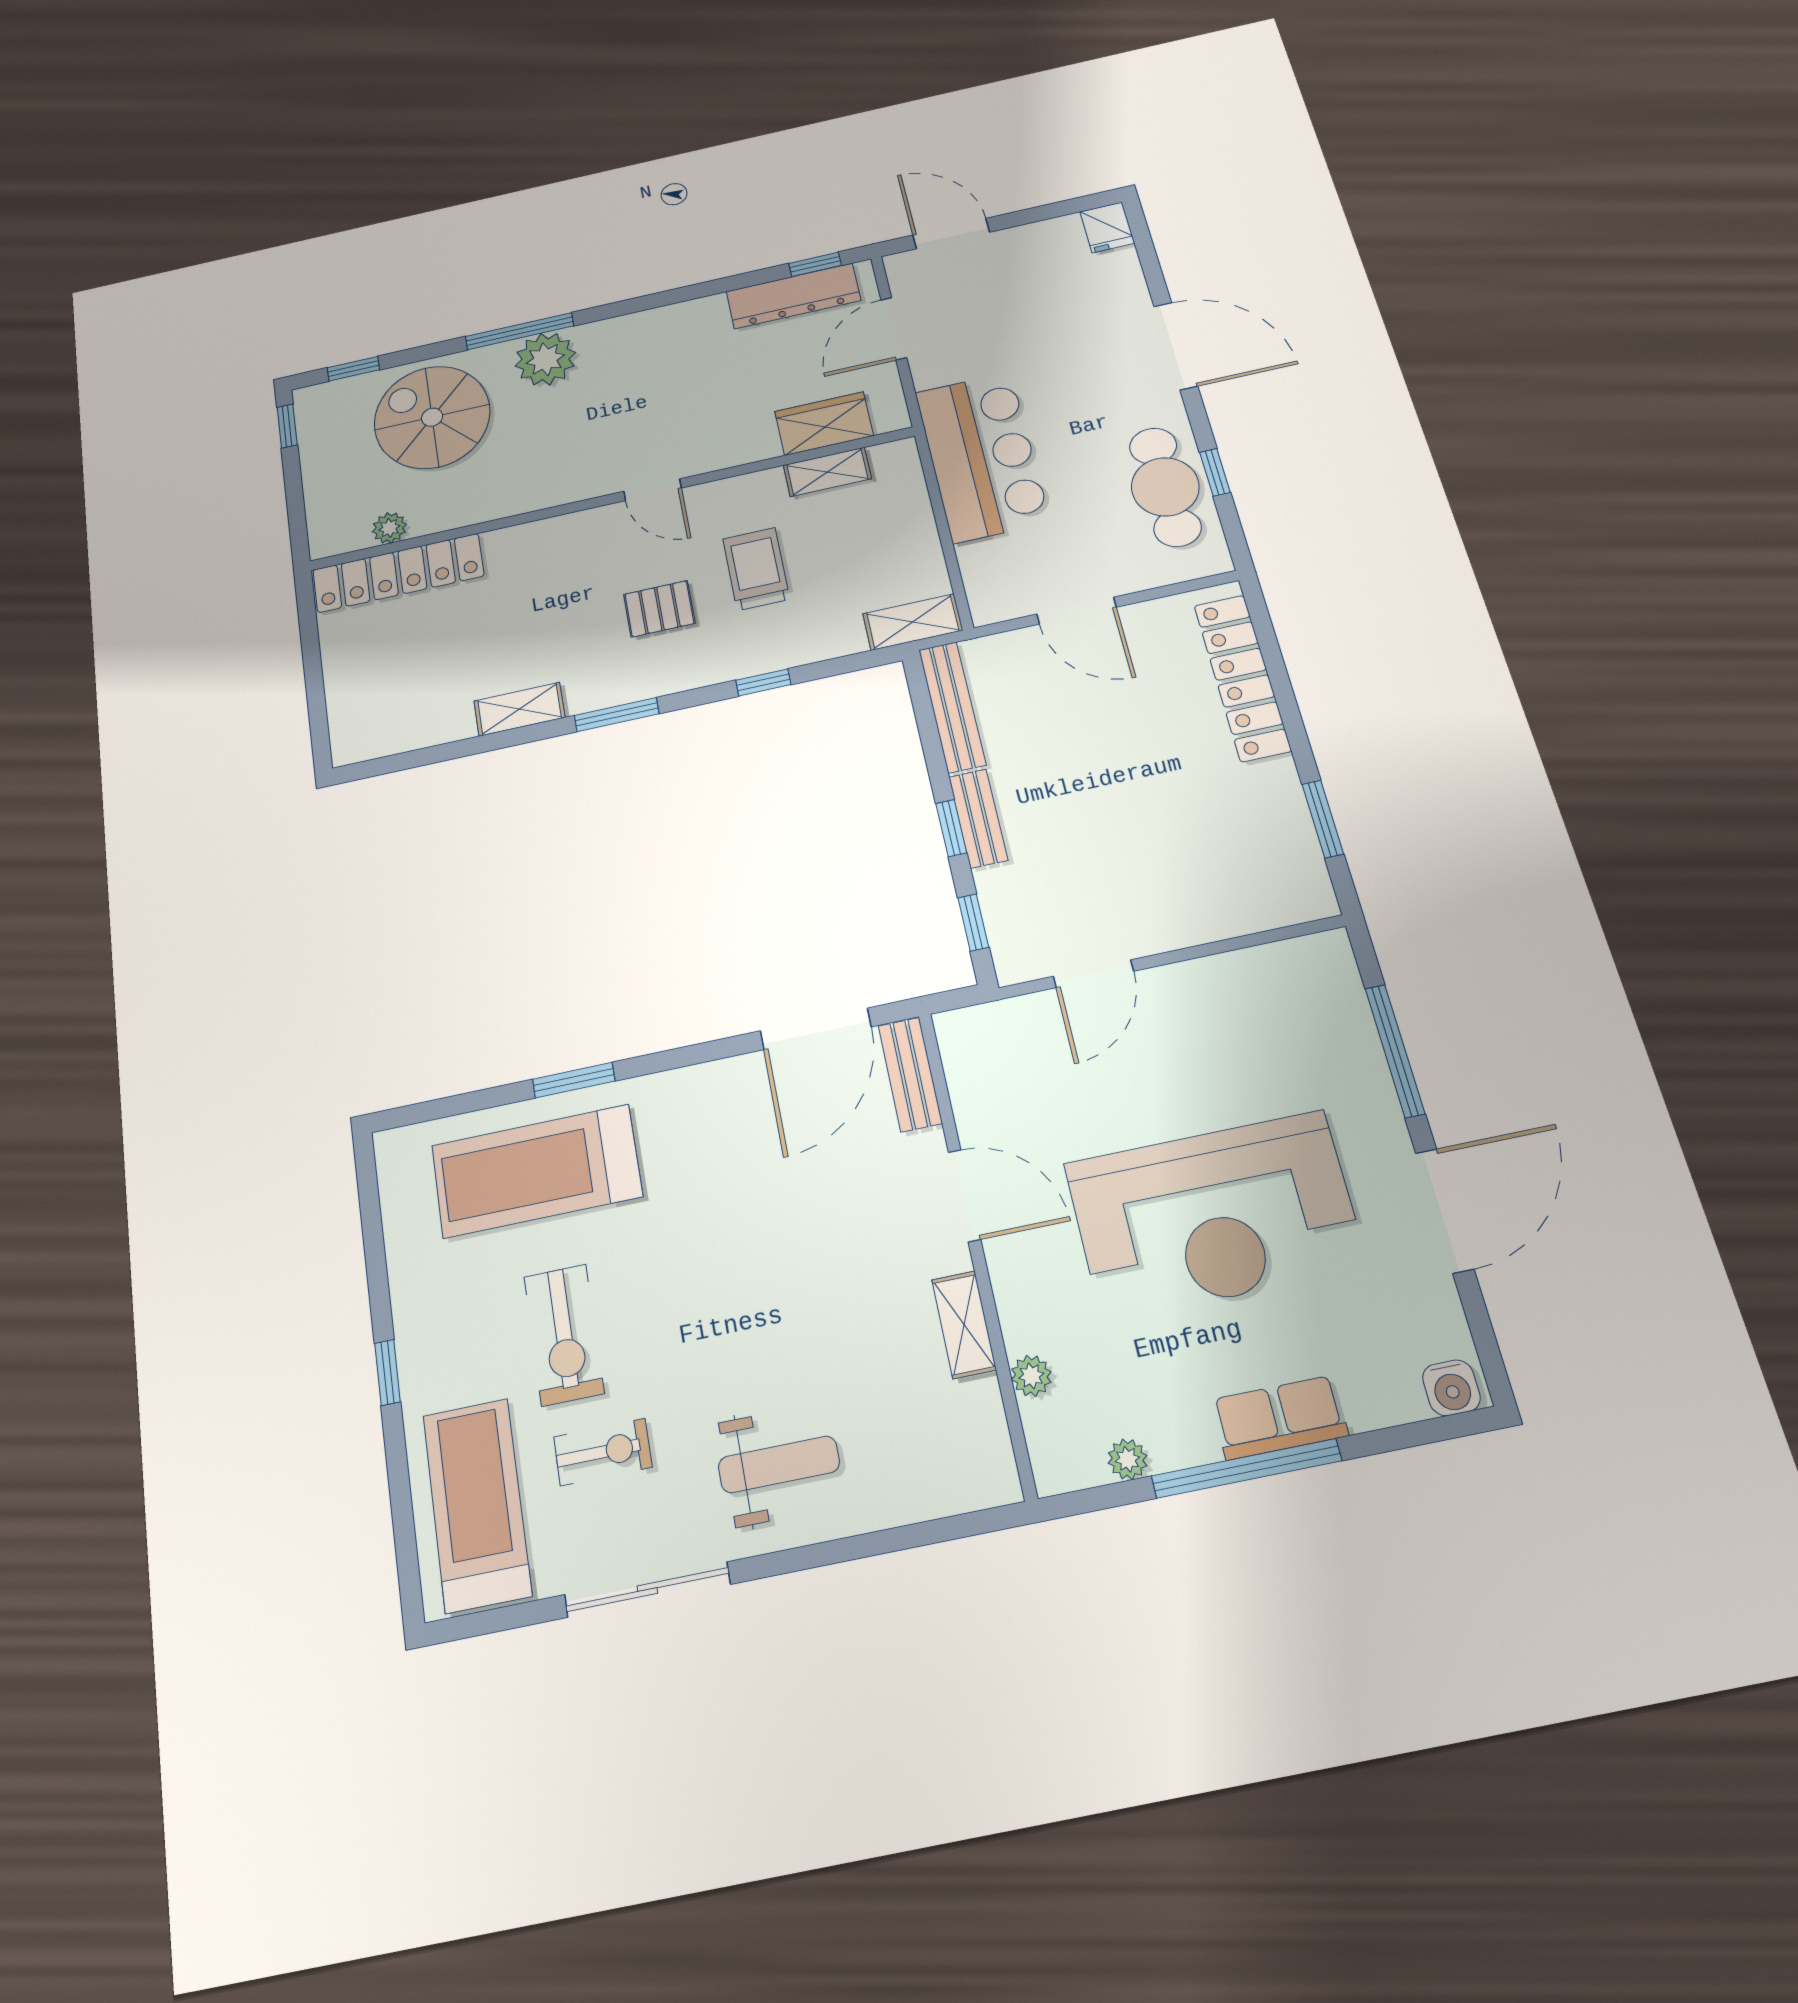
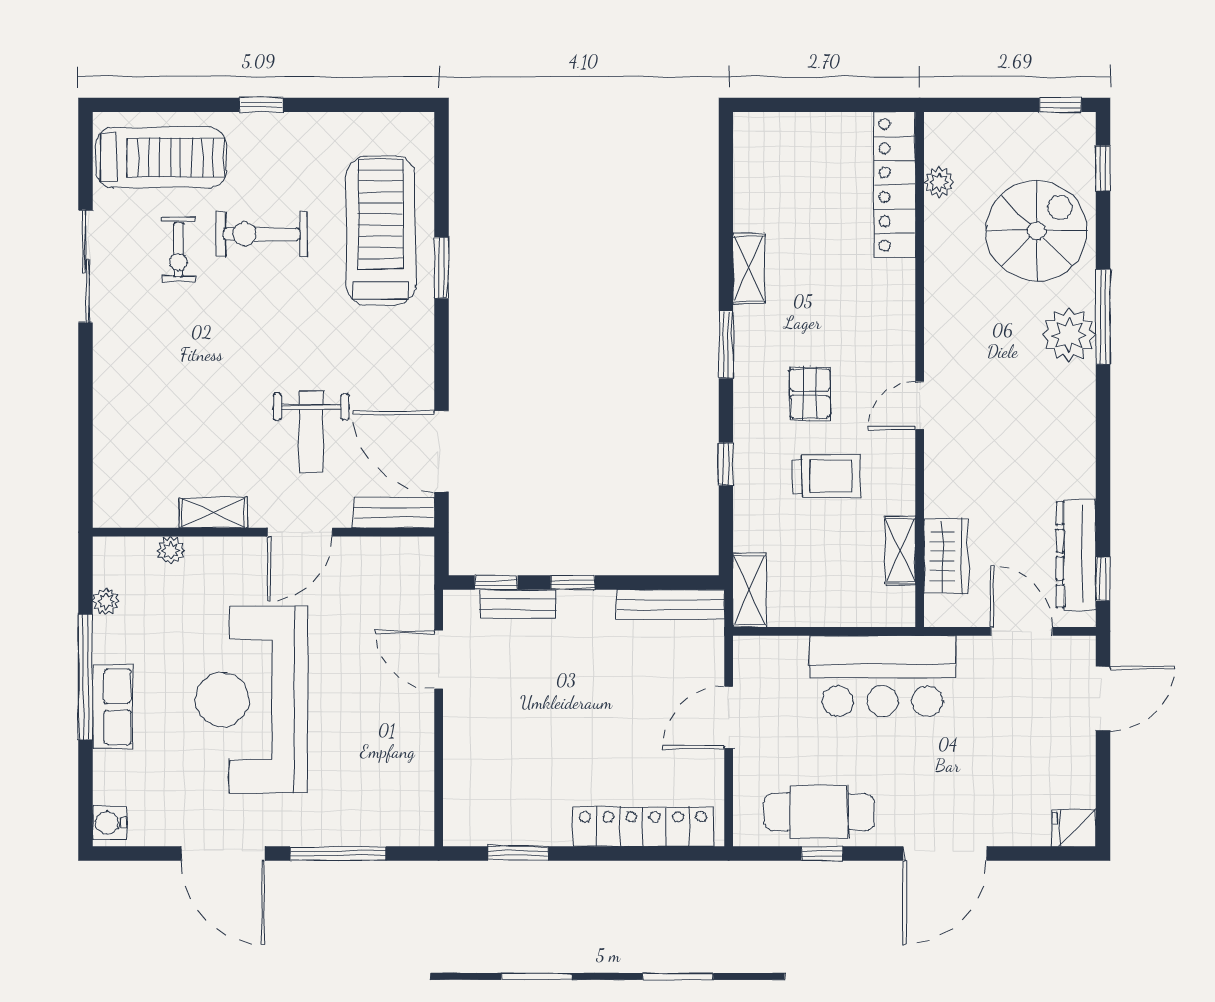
bench: (978, 818) -> (518, 604), moved
weight bench: (779, 1464) -> (311, 432), moved

